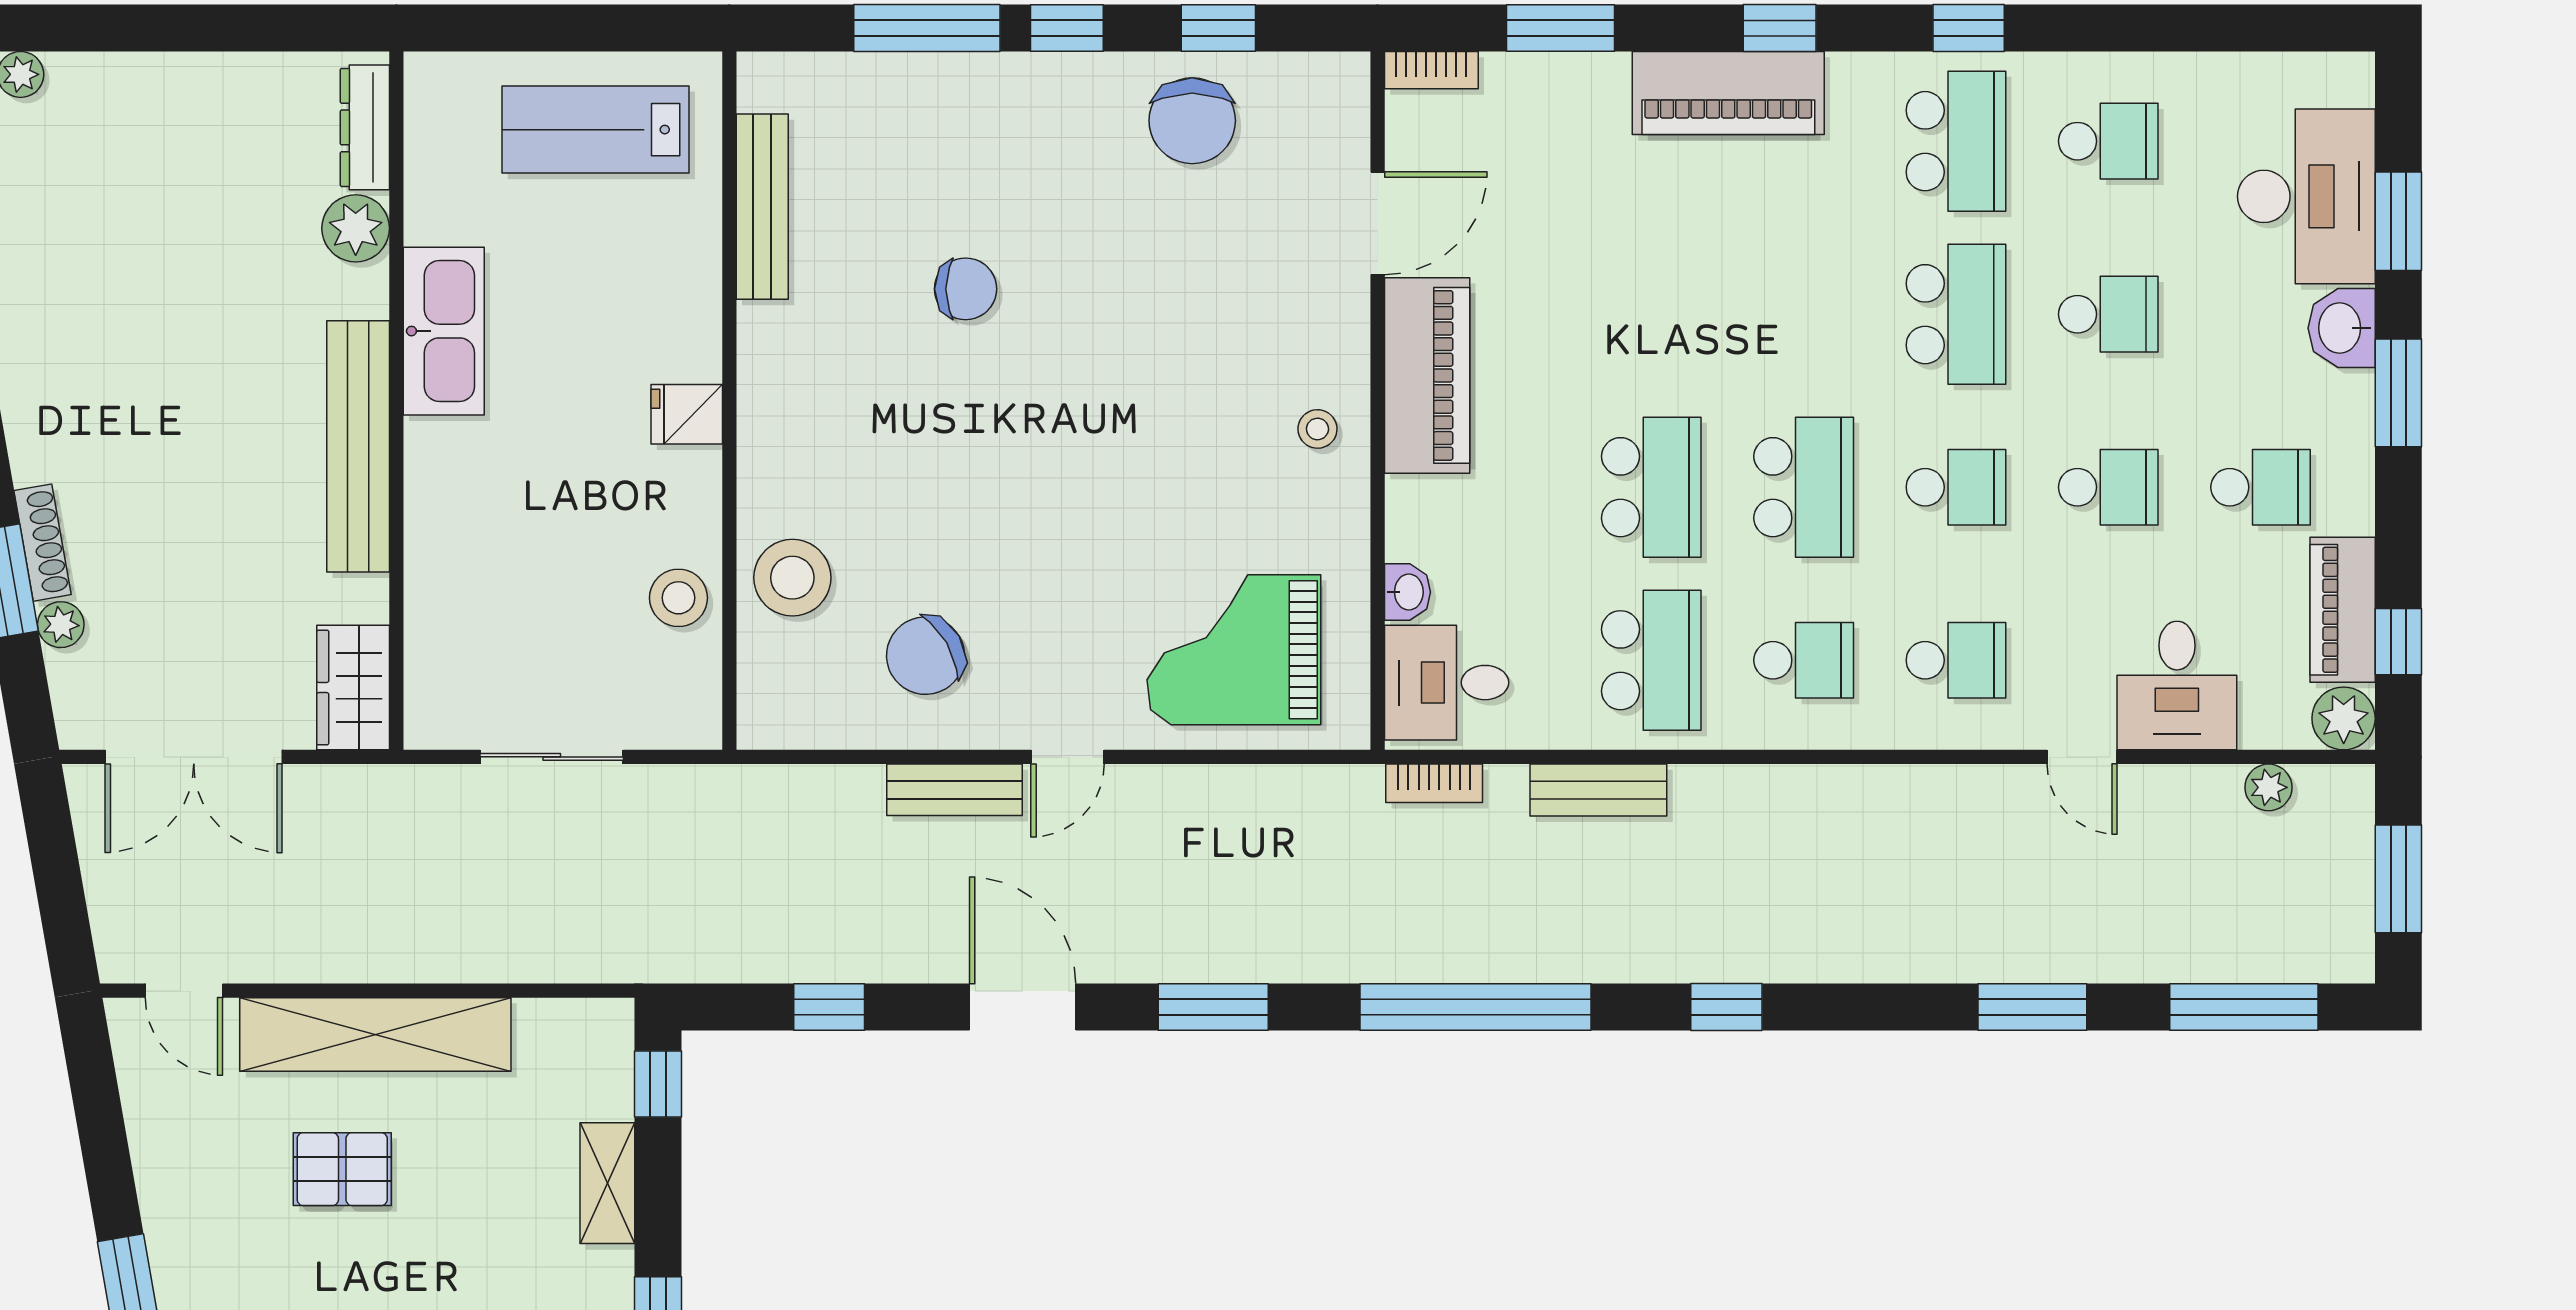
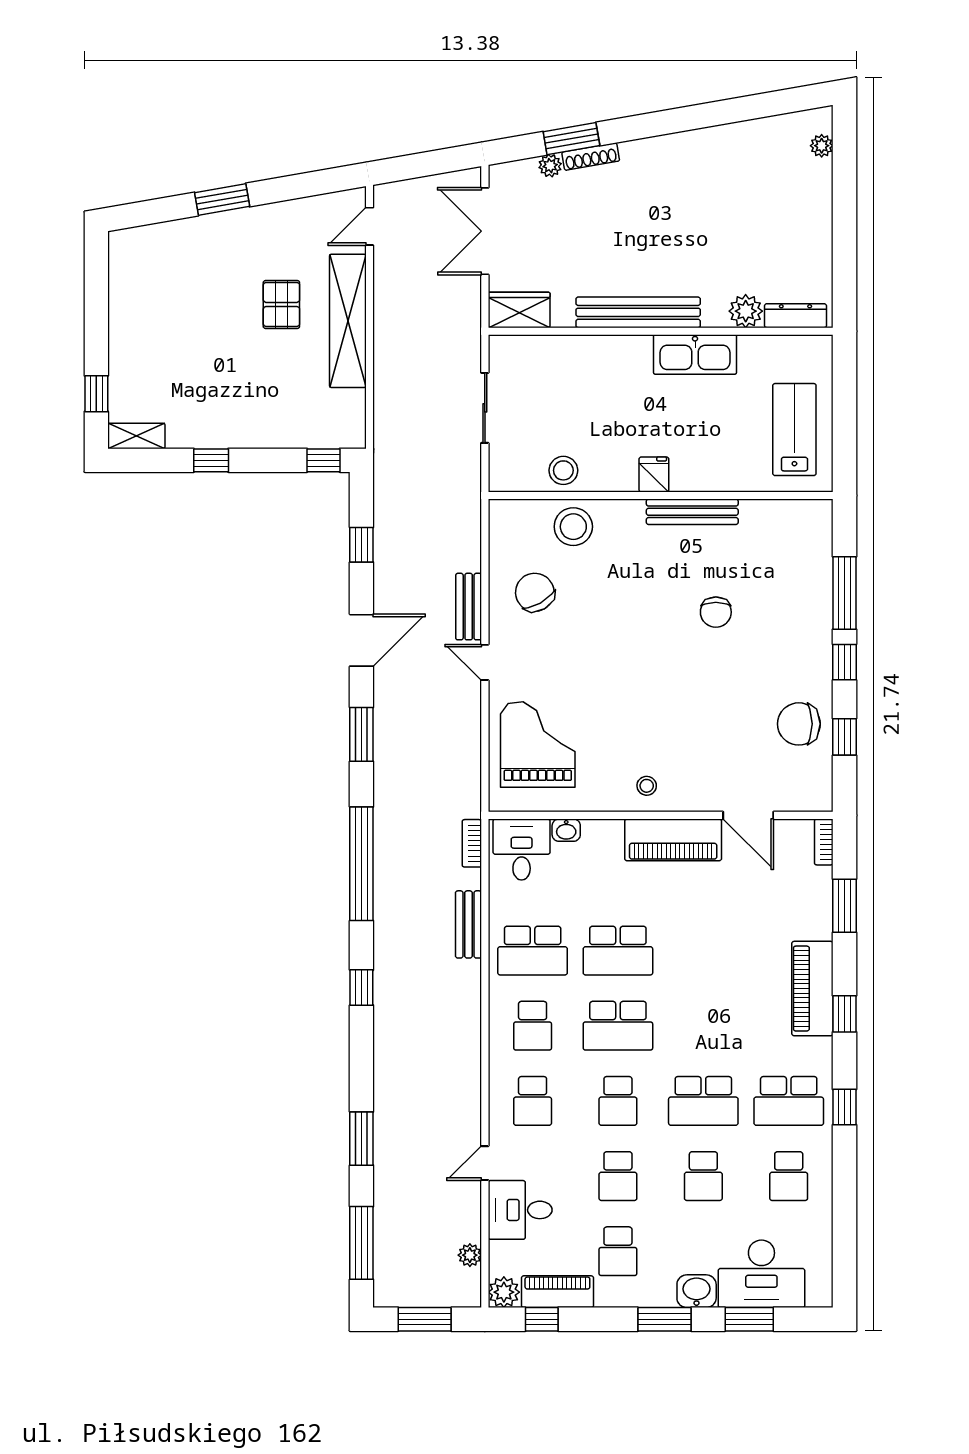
bench: (762, 207) -> (692, 512), moved
shelving: (607, 1183) -> (274, 435), removed

